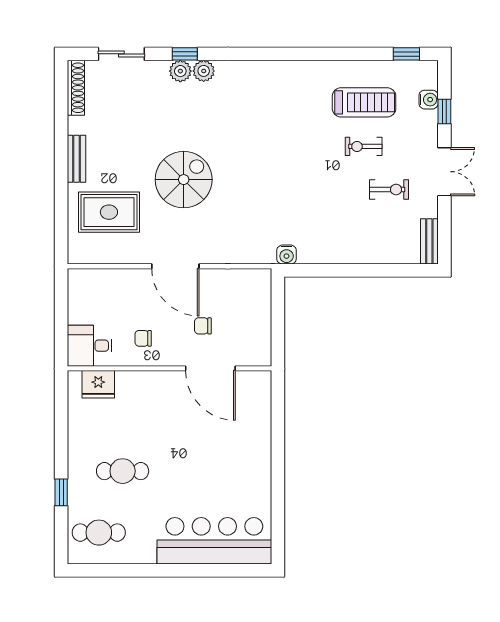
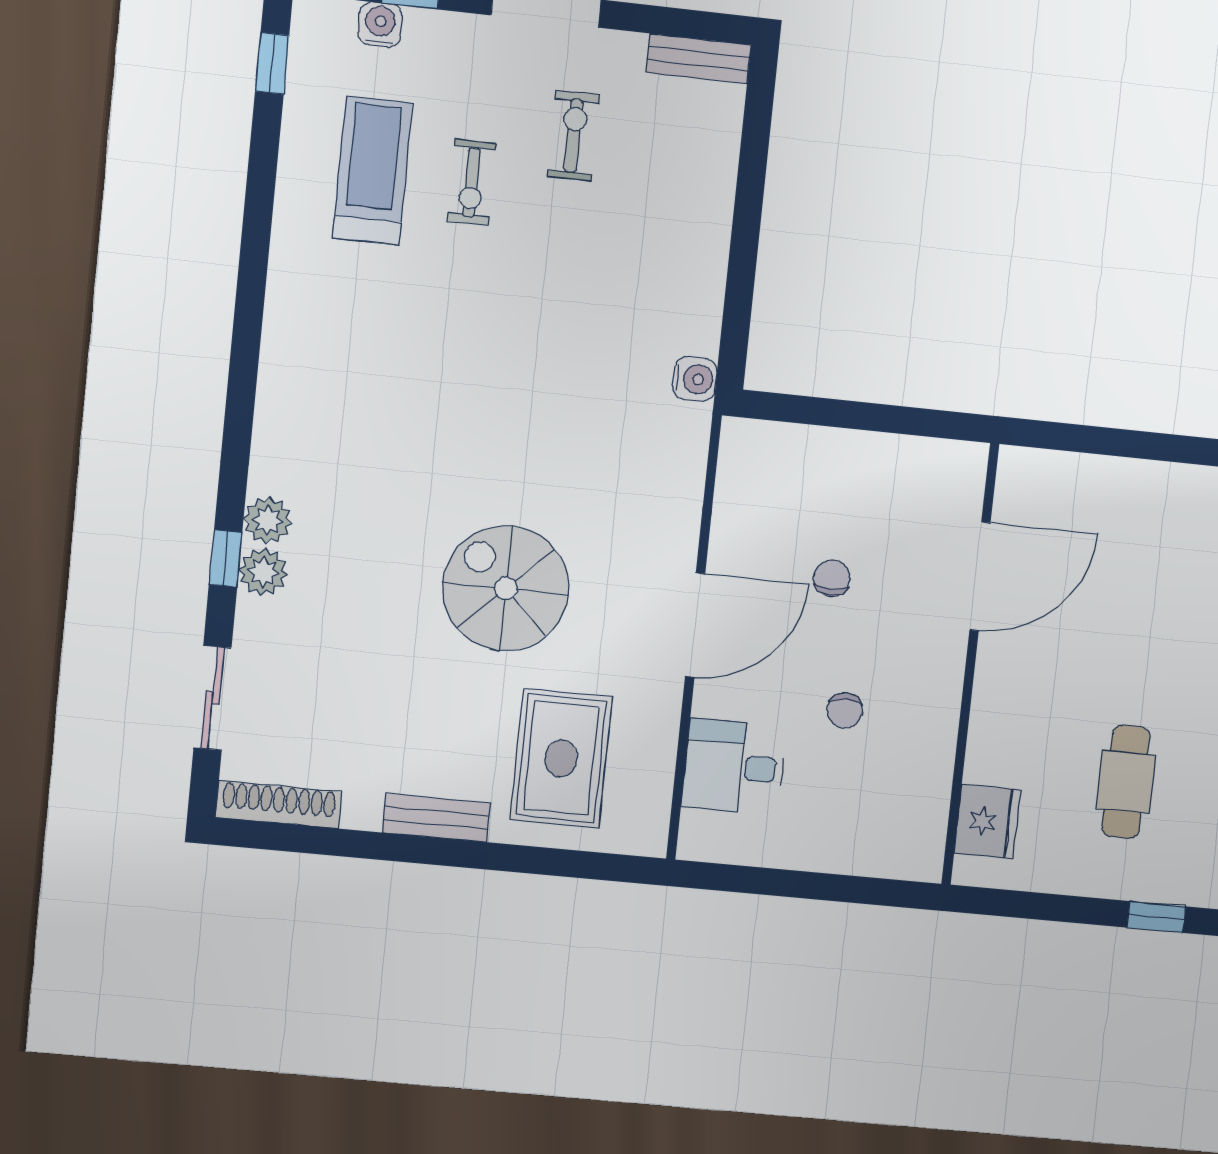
chair: (203, 326) -> (832, 578), turned 180
desk: (90, 346) -> (734, 767), moved, turned 90
wall: (169, 368) -> (970, 665), moved
door: (210, 368) -> (980, 576), moved
fridge: (98, 384) -> (987, 822), moved

